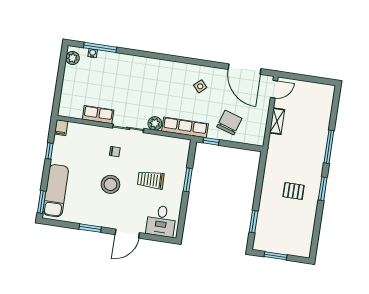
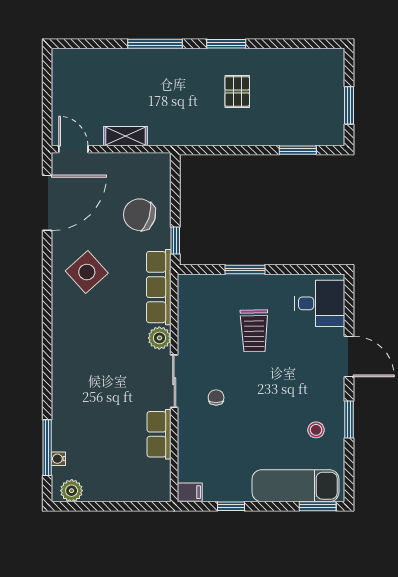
side table: (200, 86) -> (87, 272), width x1.87, depth x1.87
stool: (110, 184) -> (316, 430), moved, width x0.53, depth x0.53

